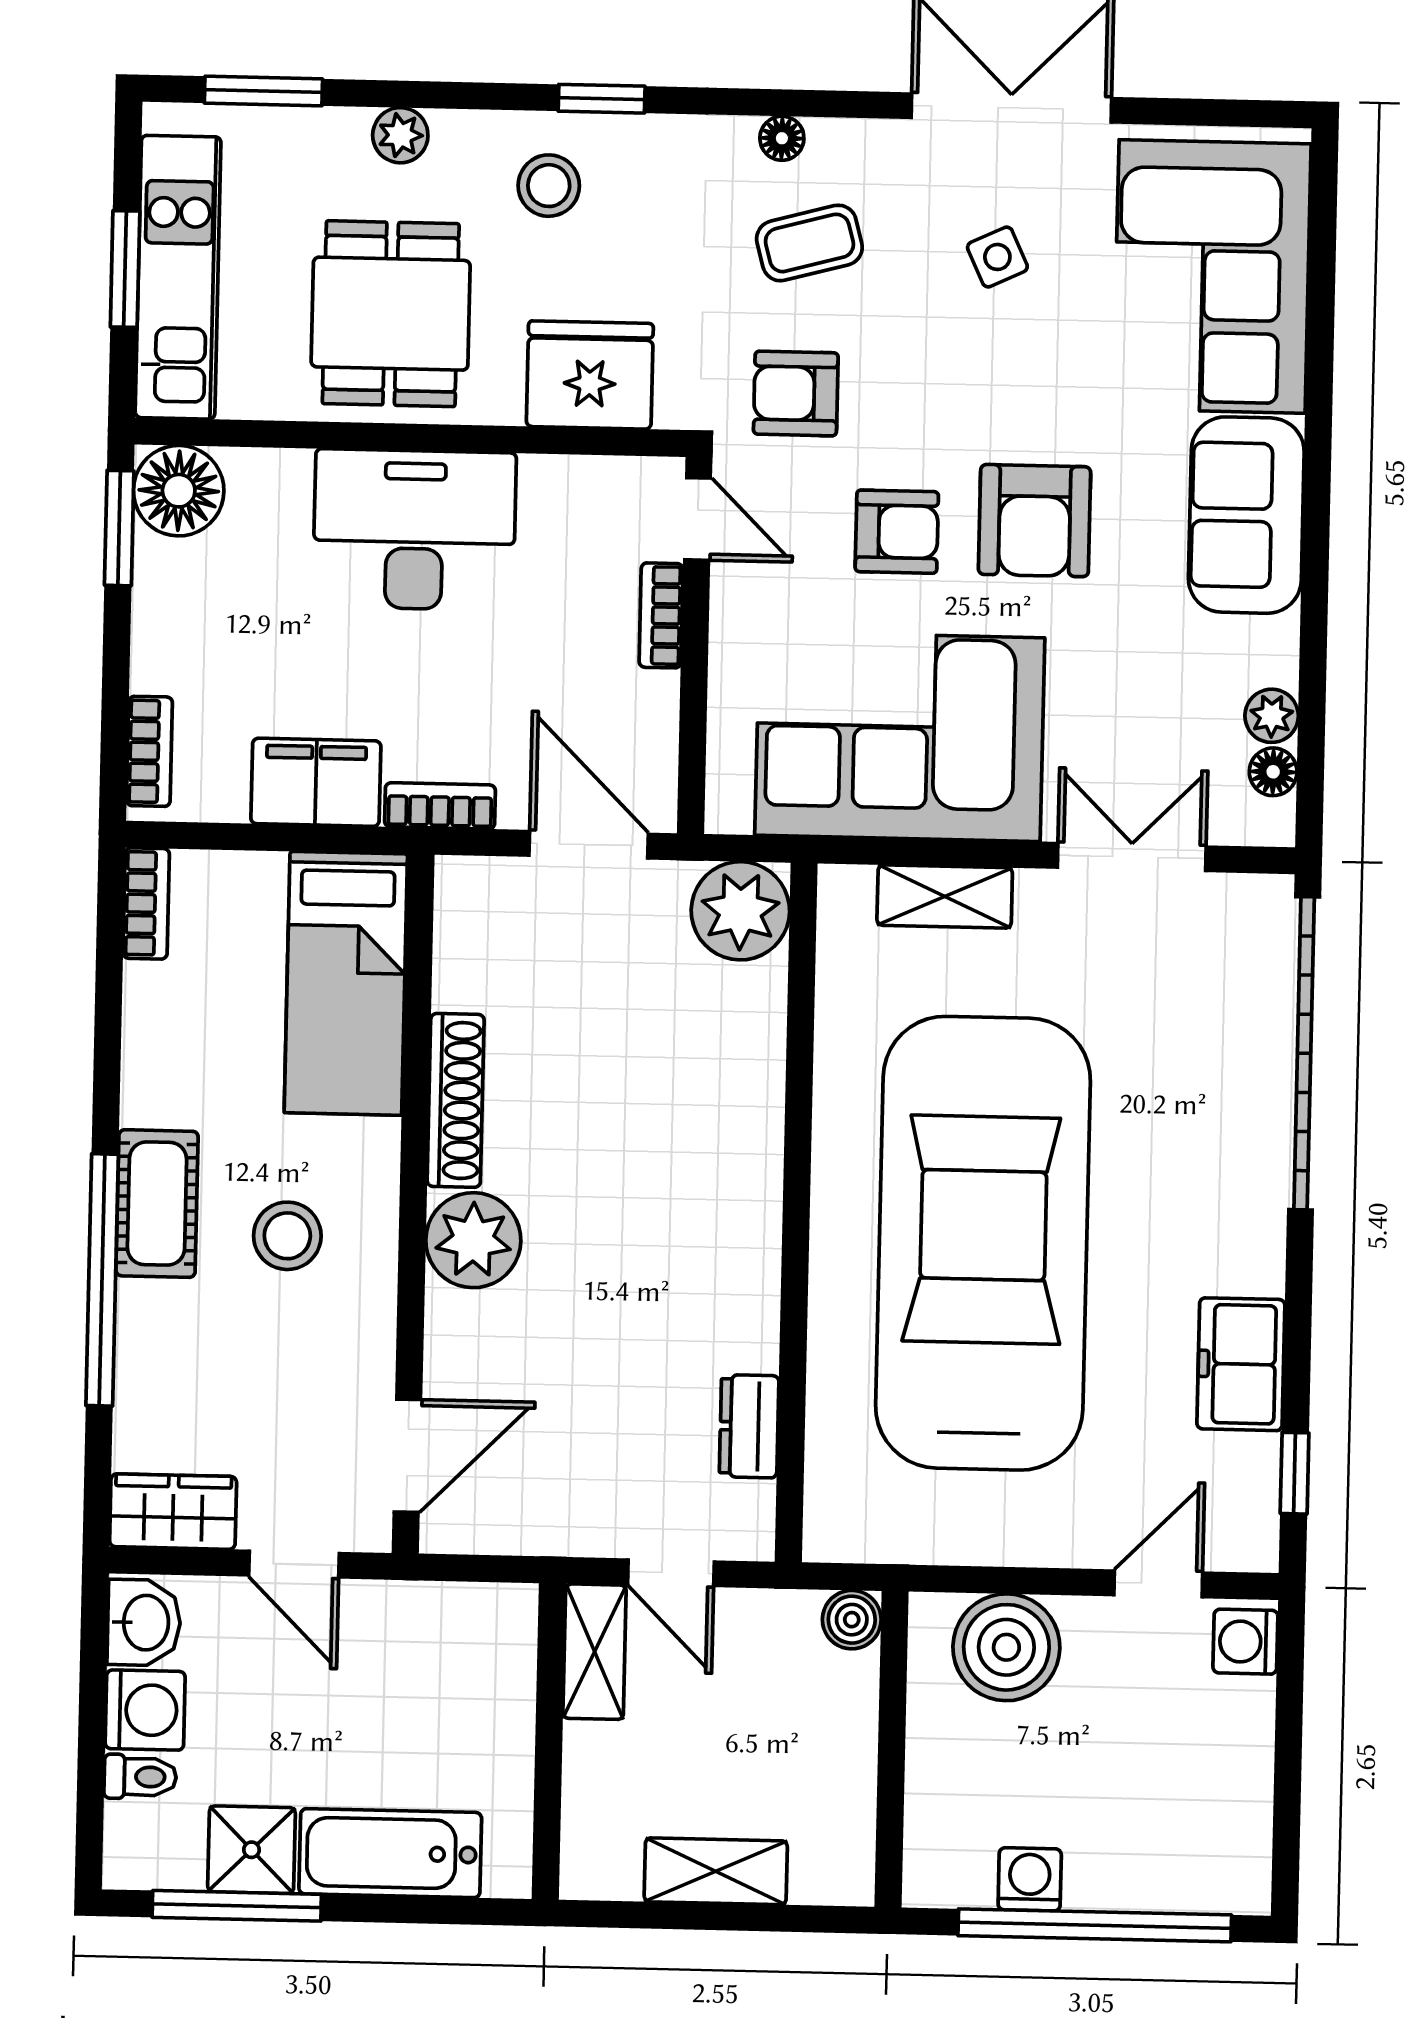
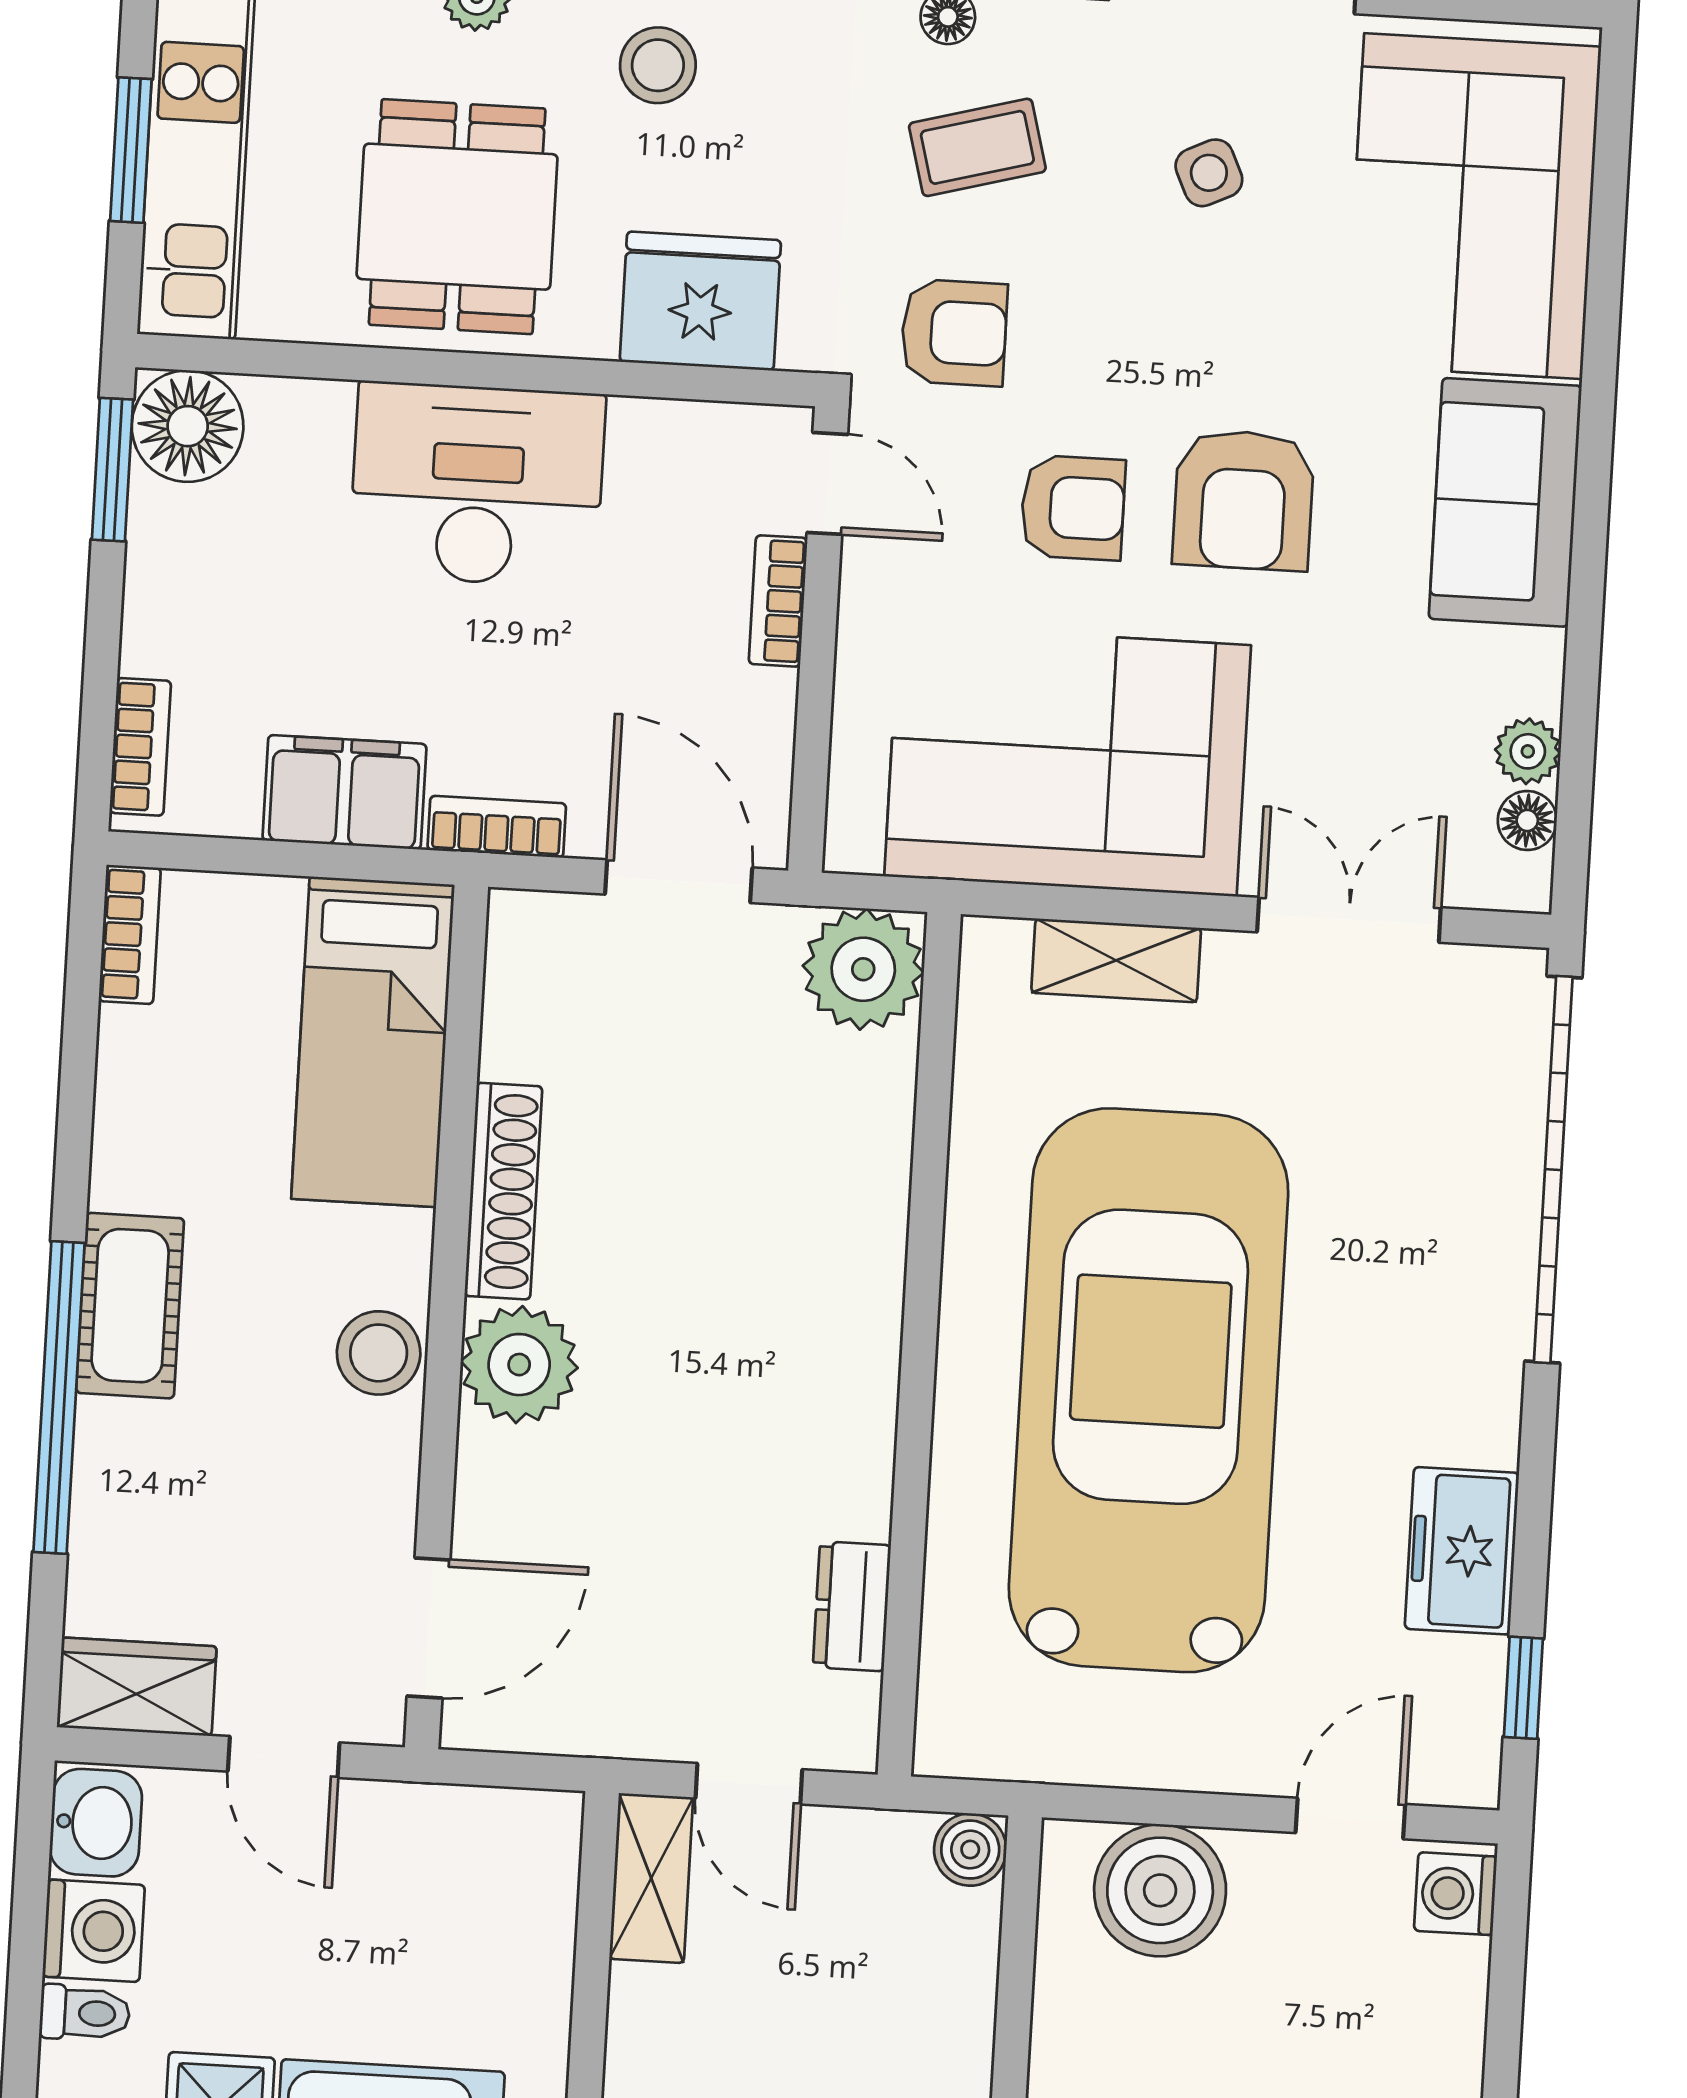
armchair: (796, 393) -> (954, 333), turned 180
stool: (287, 1236) -> (379, 1353), moved

